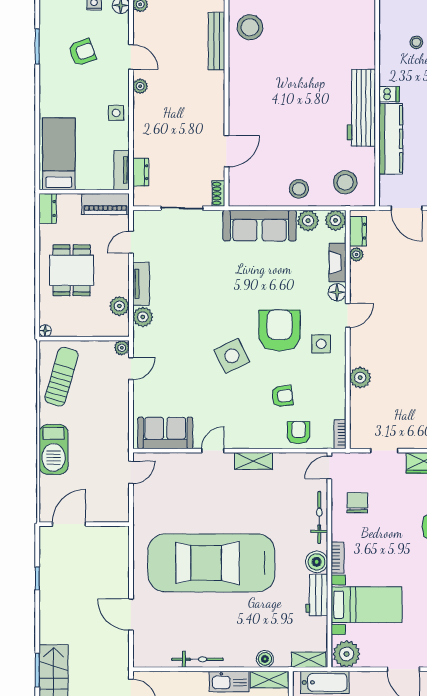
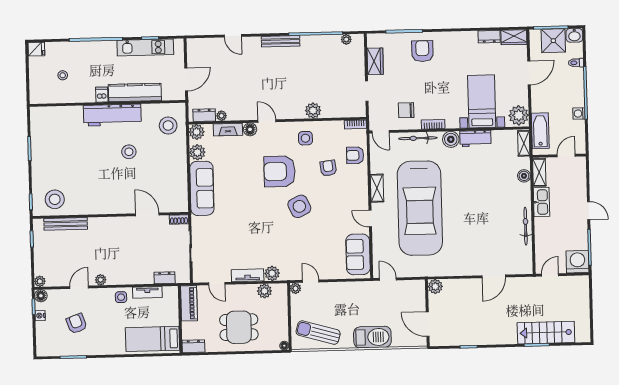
tv unit: (122, 170) -> (147, 292), moved
stool: (299, 189) -> (129, 152), moved
side table: (321, 344) -> (305, 138), moved
plant: (119, 536) -> (435, 287), added
bookcase: (337, 558) -> (433, 124), moved
car: (211, 563) -> (420, 208), moved

